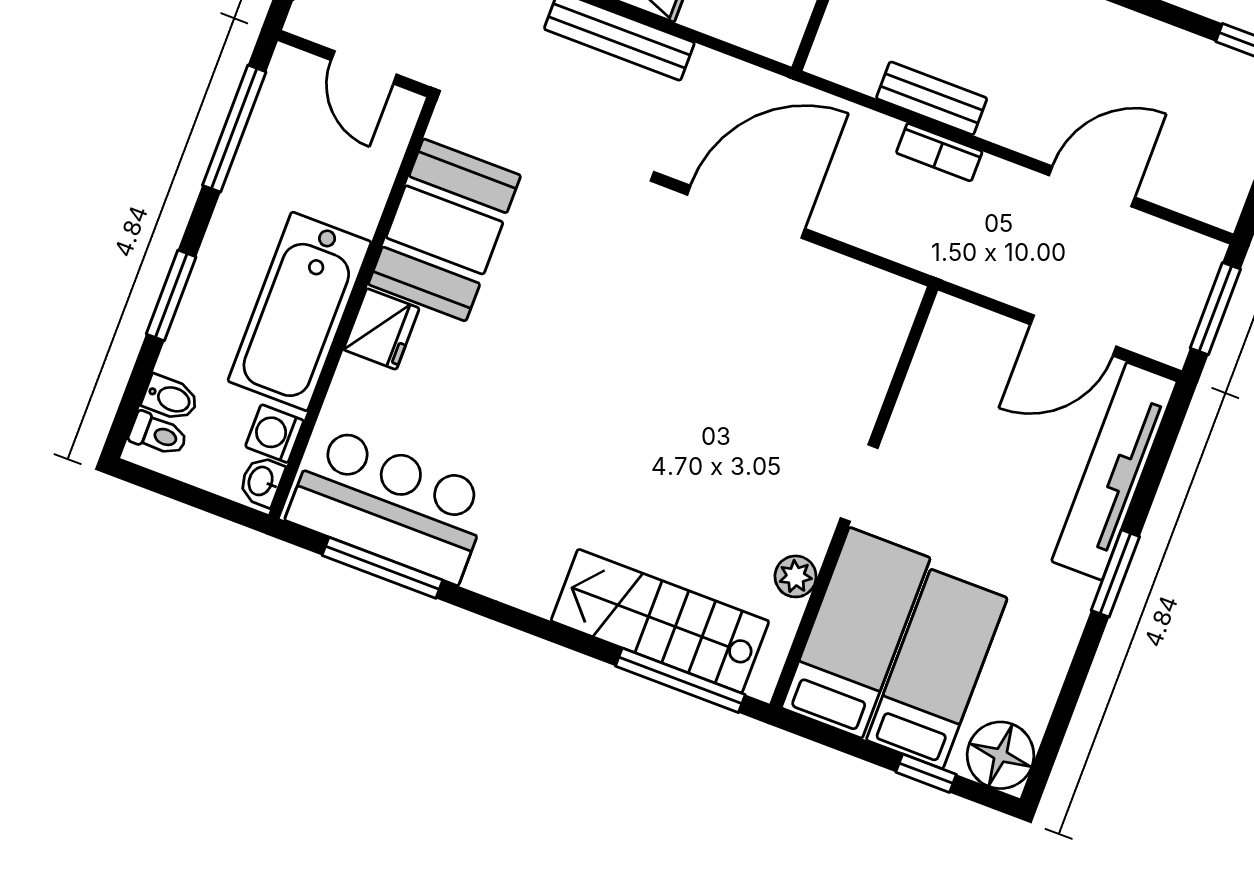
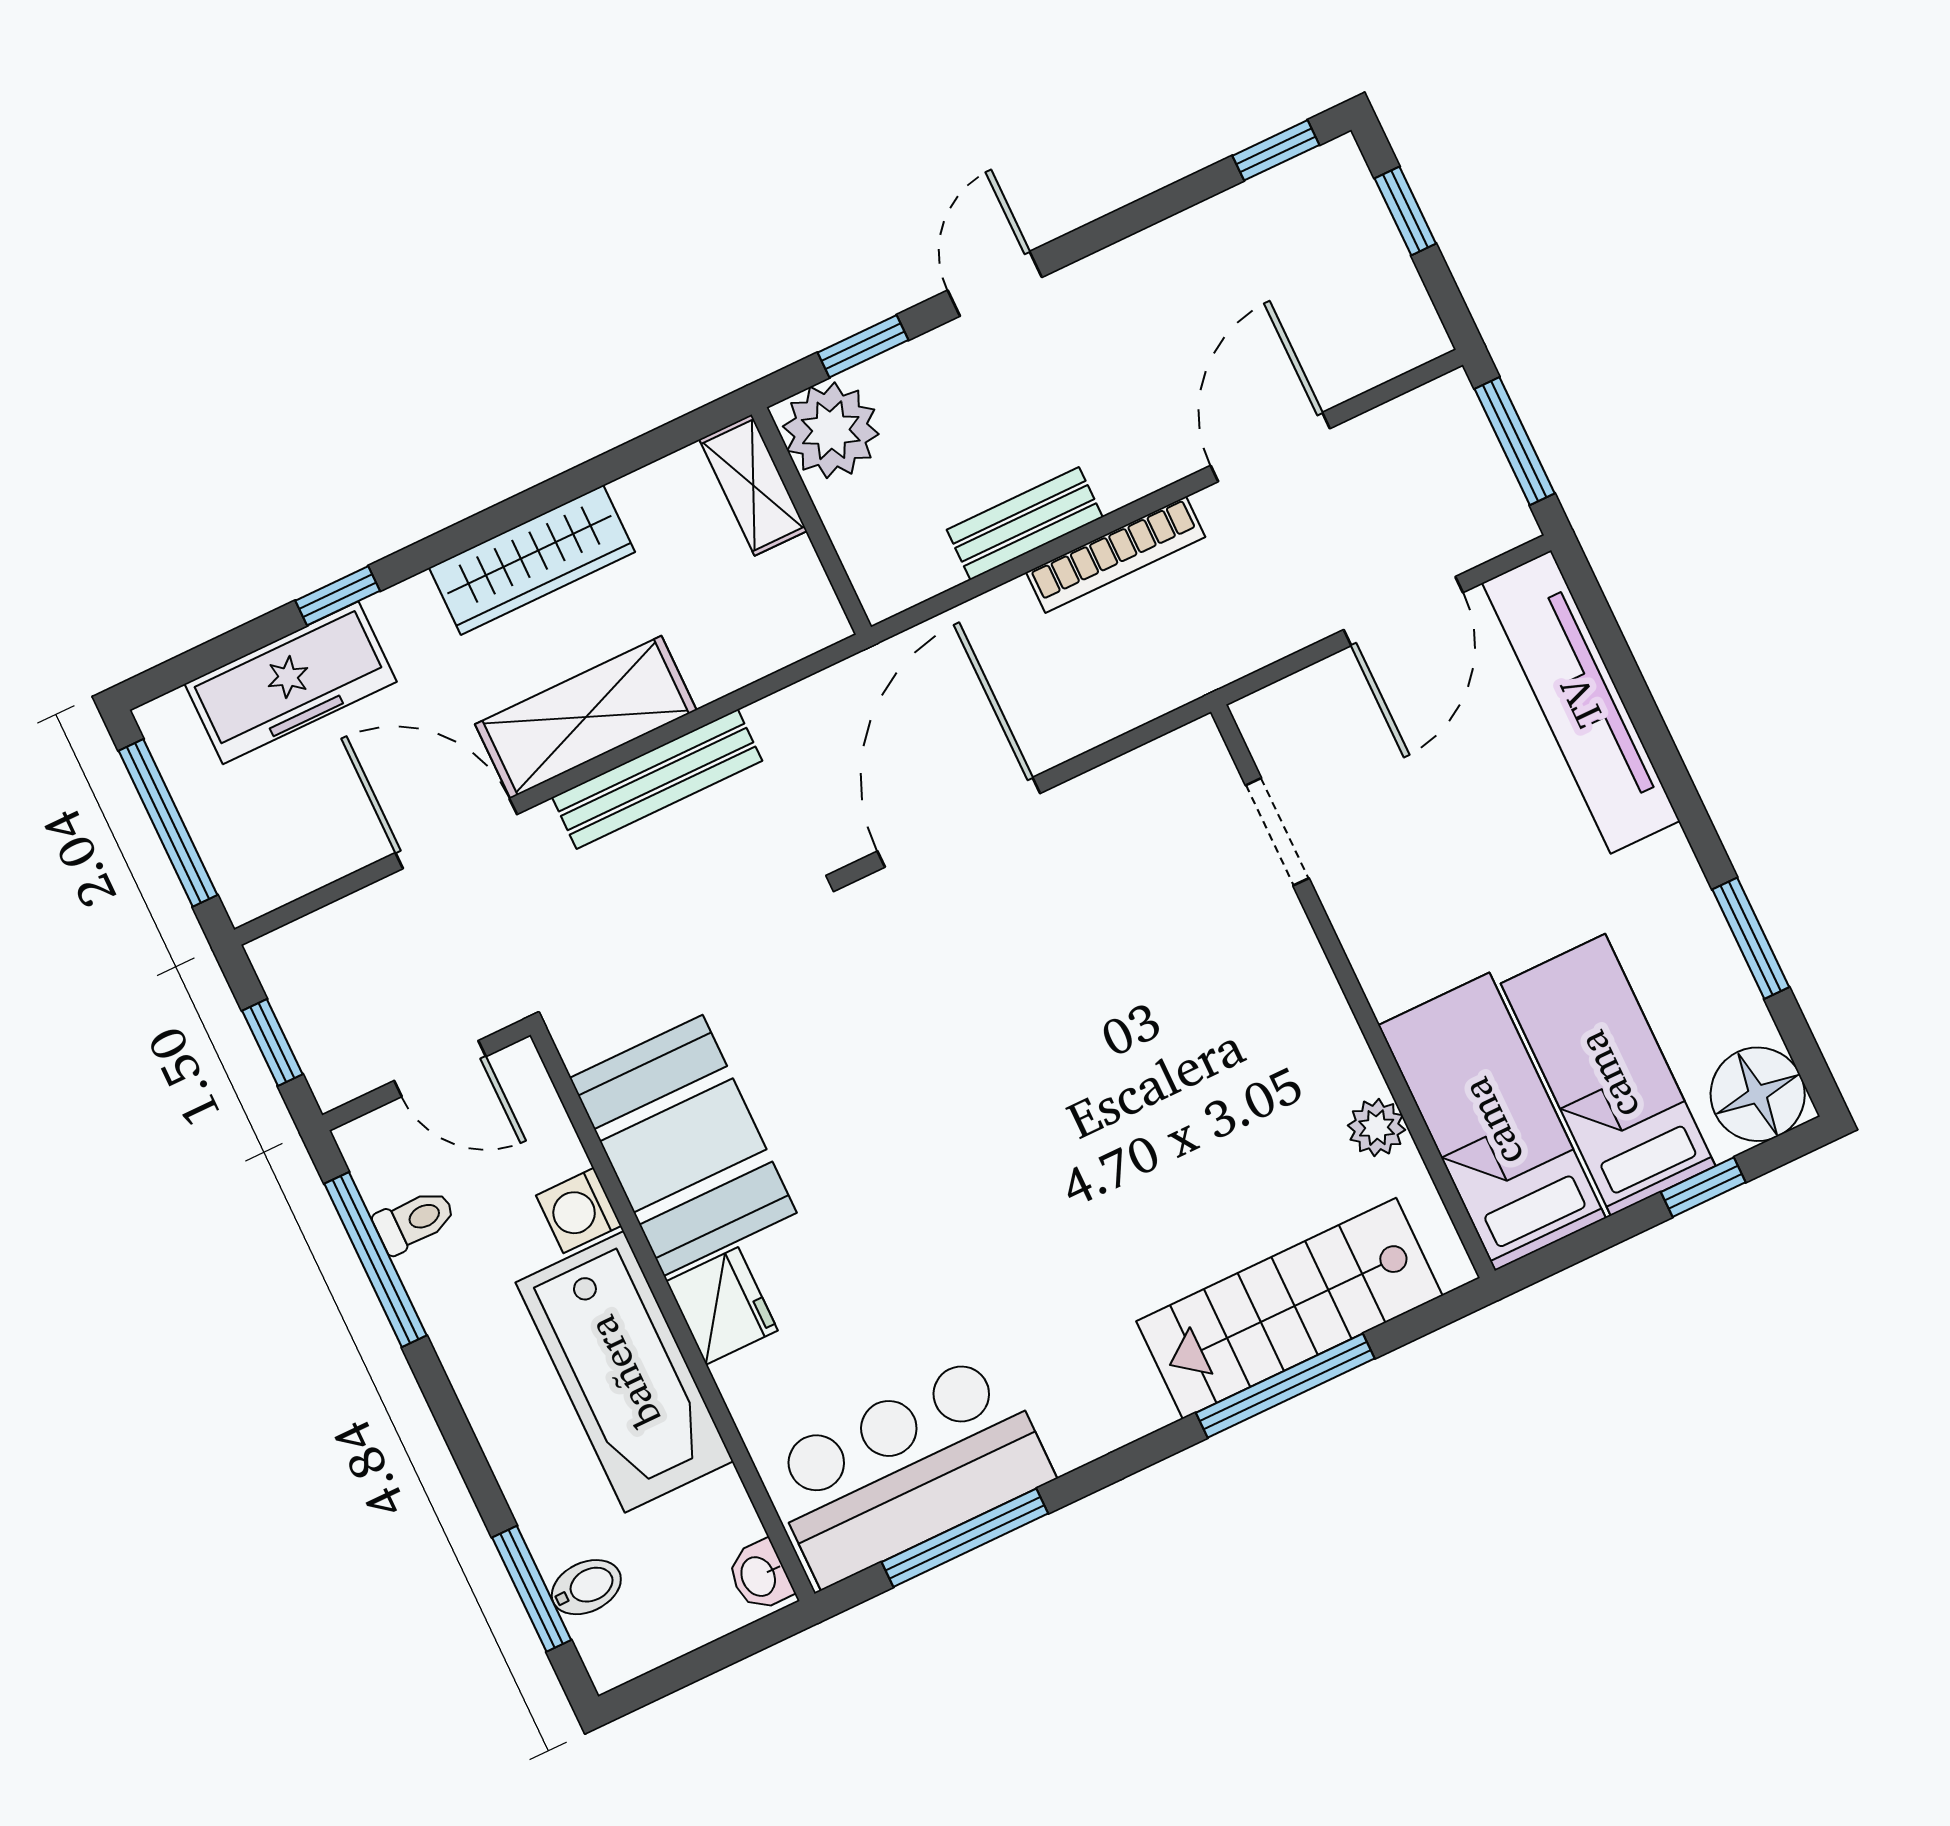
bookcase: (939, 152) -> (1116, 555), width x1.56
window: (171, 295) -> (532, 1589), moved
toilet: (158, 434) -> (415, 1221), moved
washing machine: (275, 434) -> (579, 1211), moved
doorway: (859, 483) -> (1277, 832), moved
window: (1115, 573) -> (1751, 938), moved
window: (680, 680) -> (1285, 1386), moved

